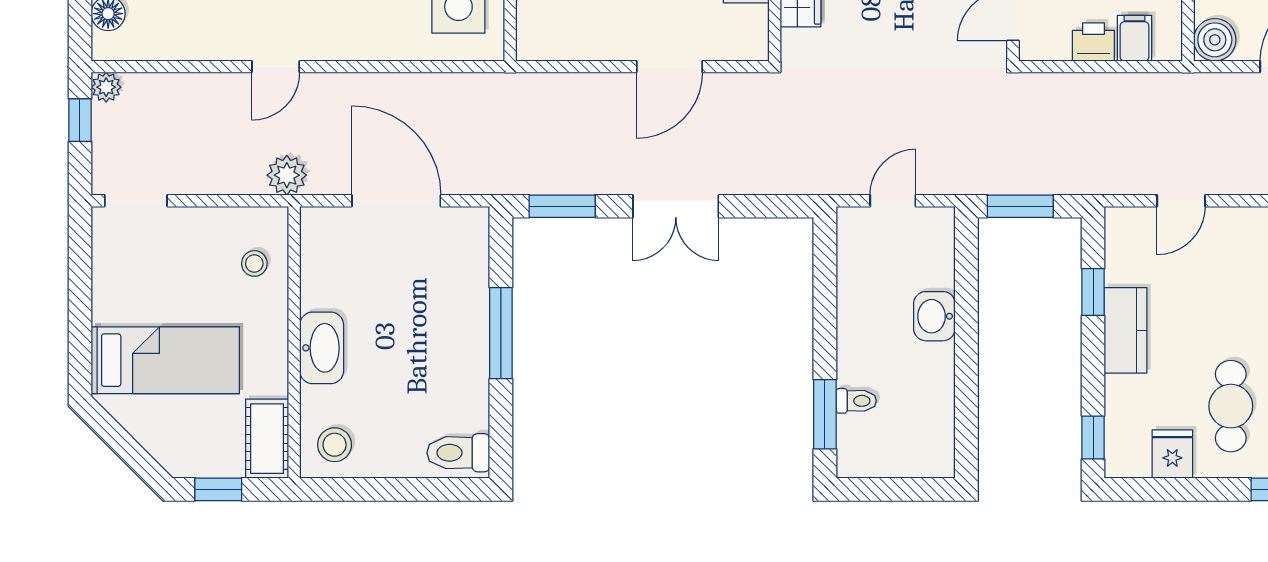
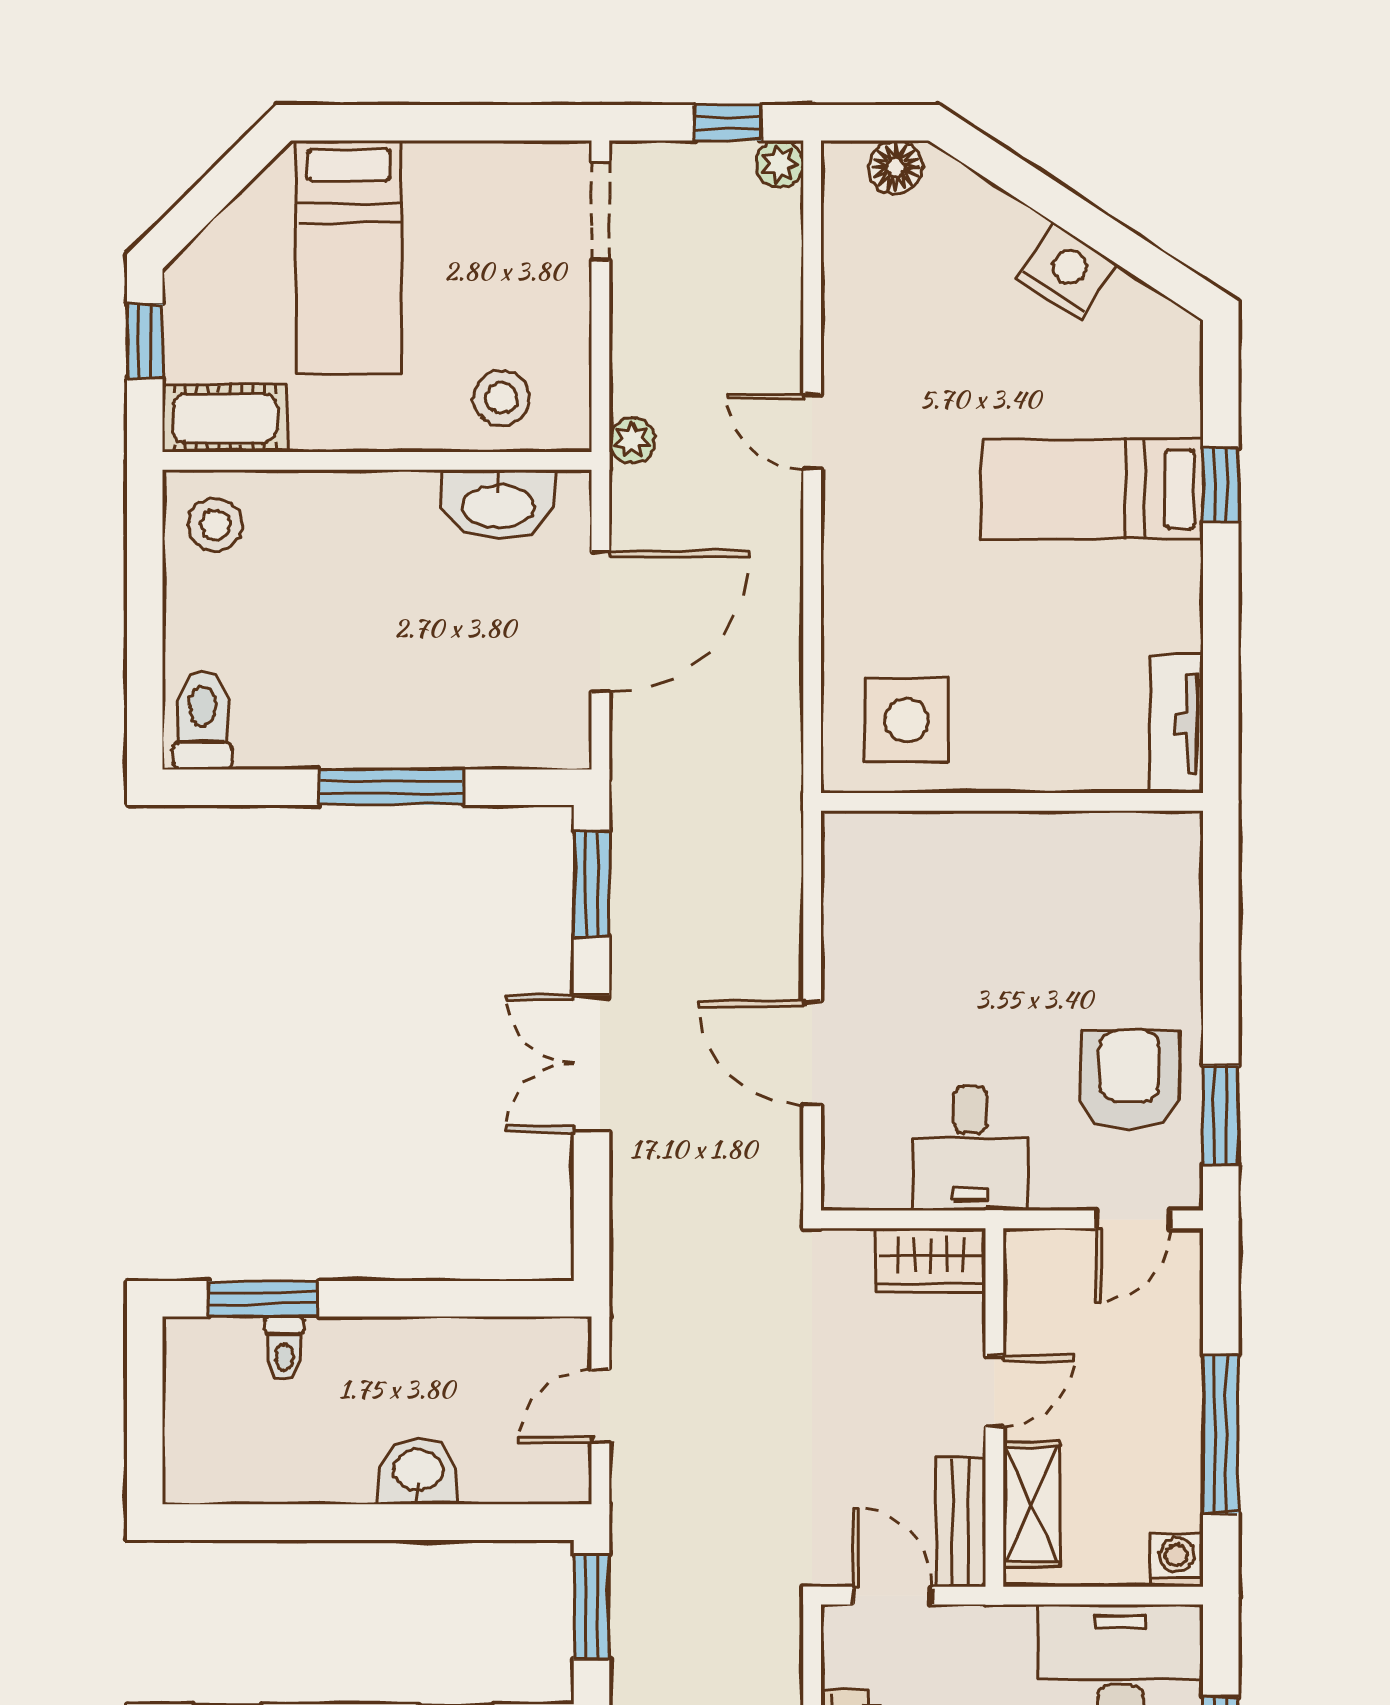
plant: (287, 175) -> (632, 441), width x0.73, depth x0.73
door: (893, 201) -> (600, 1406), swing flipped
stool: (254, 263) -> (501, 398), width x1.37, depth x1.37
washbasin: (322, 348) -> (498, 504), moved

